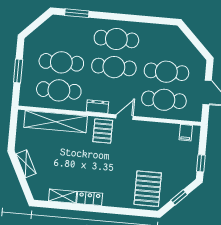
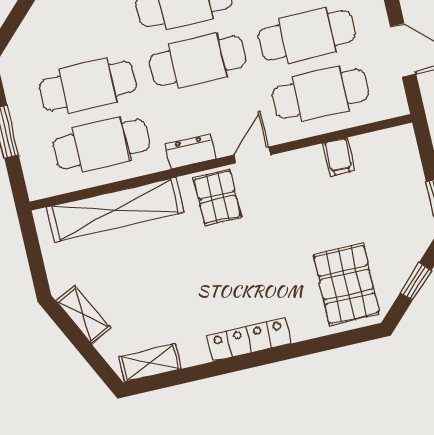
filing cabinet: (186, 133) -> (339, 157), moved
shelving: (63, 196) -> (150, 363), moved
locker: (90, 198) -> (249, 340), width x1.53

